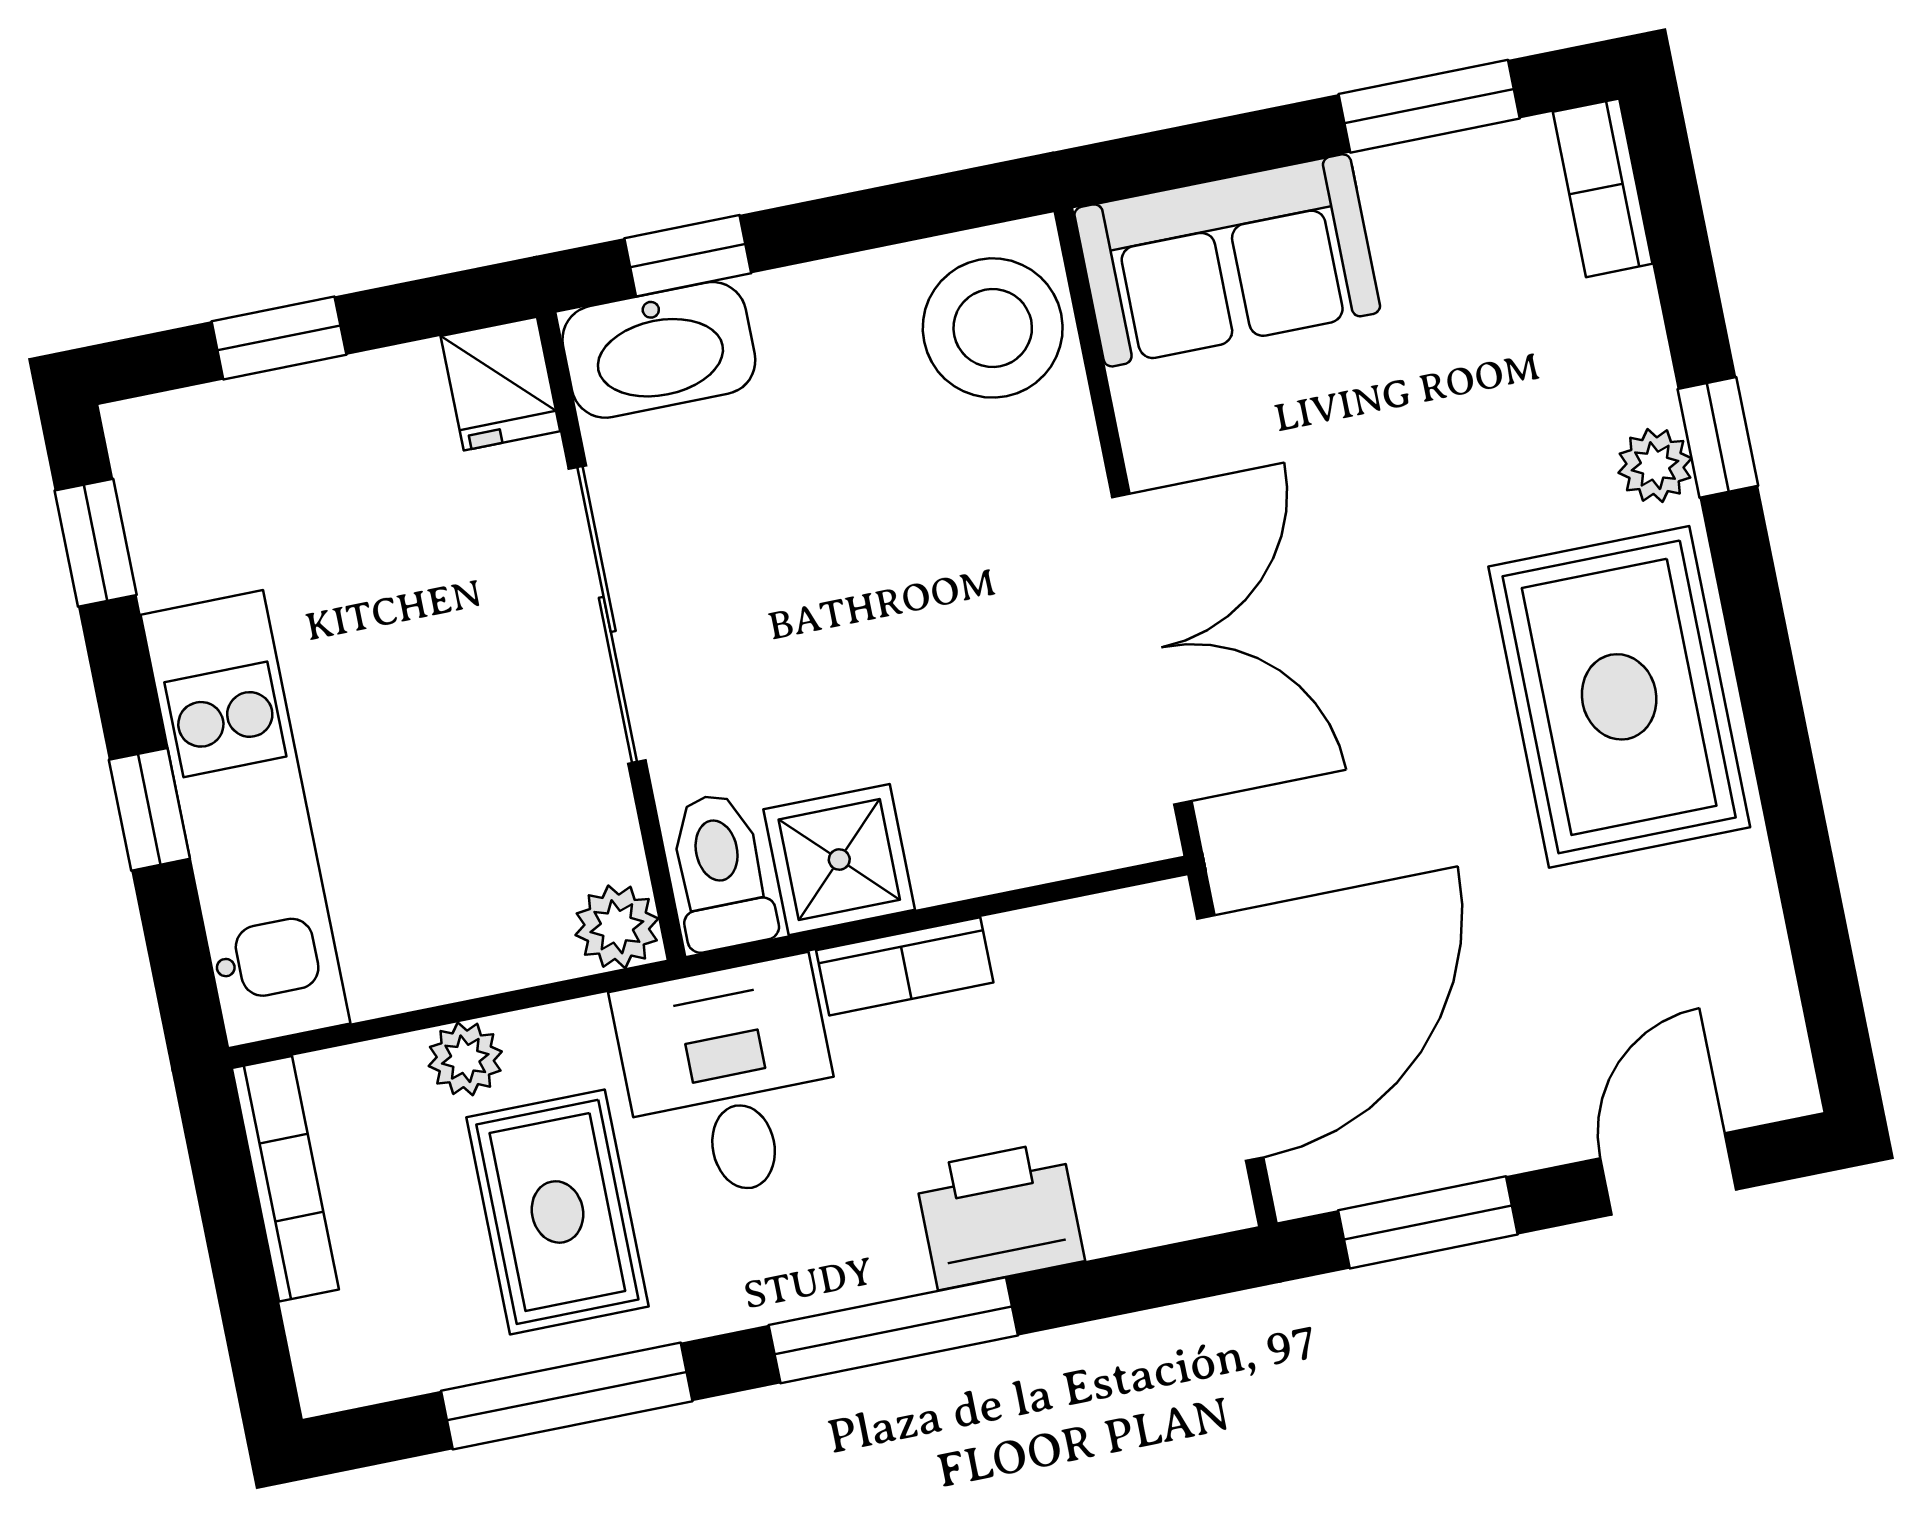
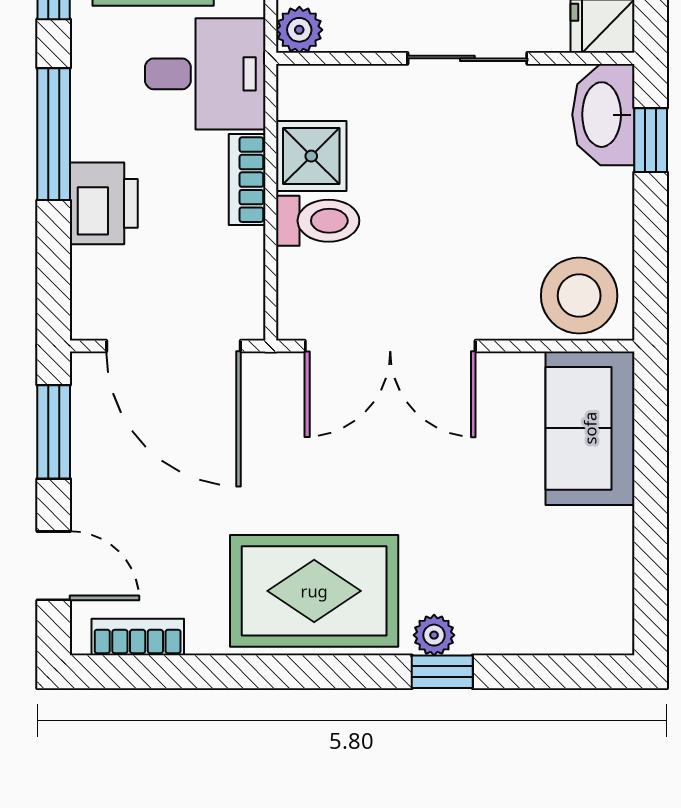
window: (1429, 106) -> (651, 553), removed
bookcase: (1603, 188) -> (138, 637), moved
sliding door: (607, 614) -> (467, 58), width x0.73
toilet: (721, 871) -> (318, 221), moved

